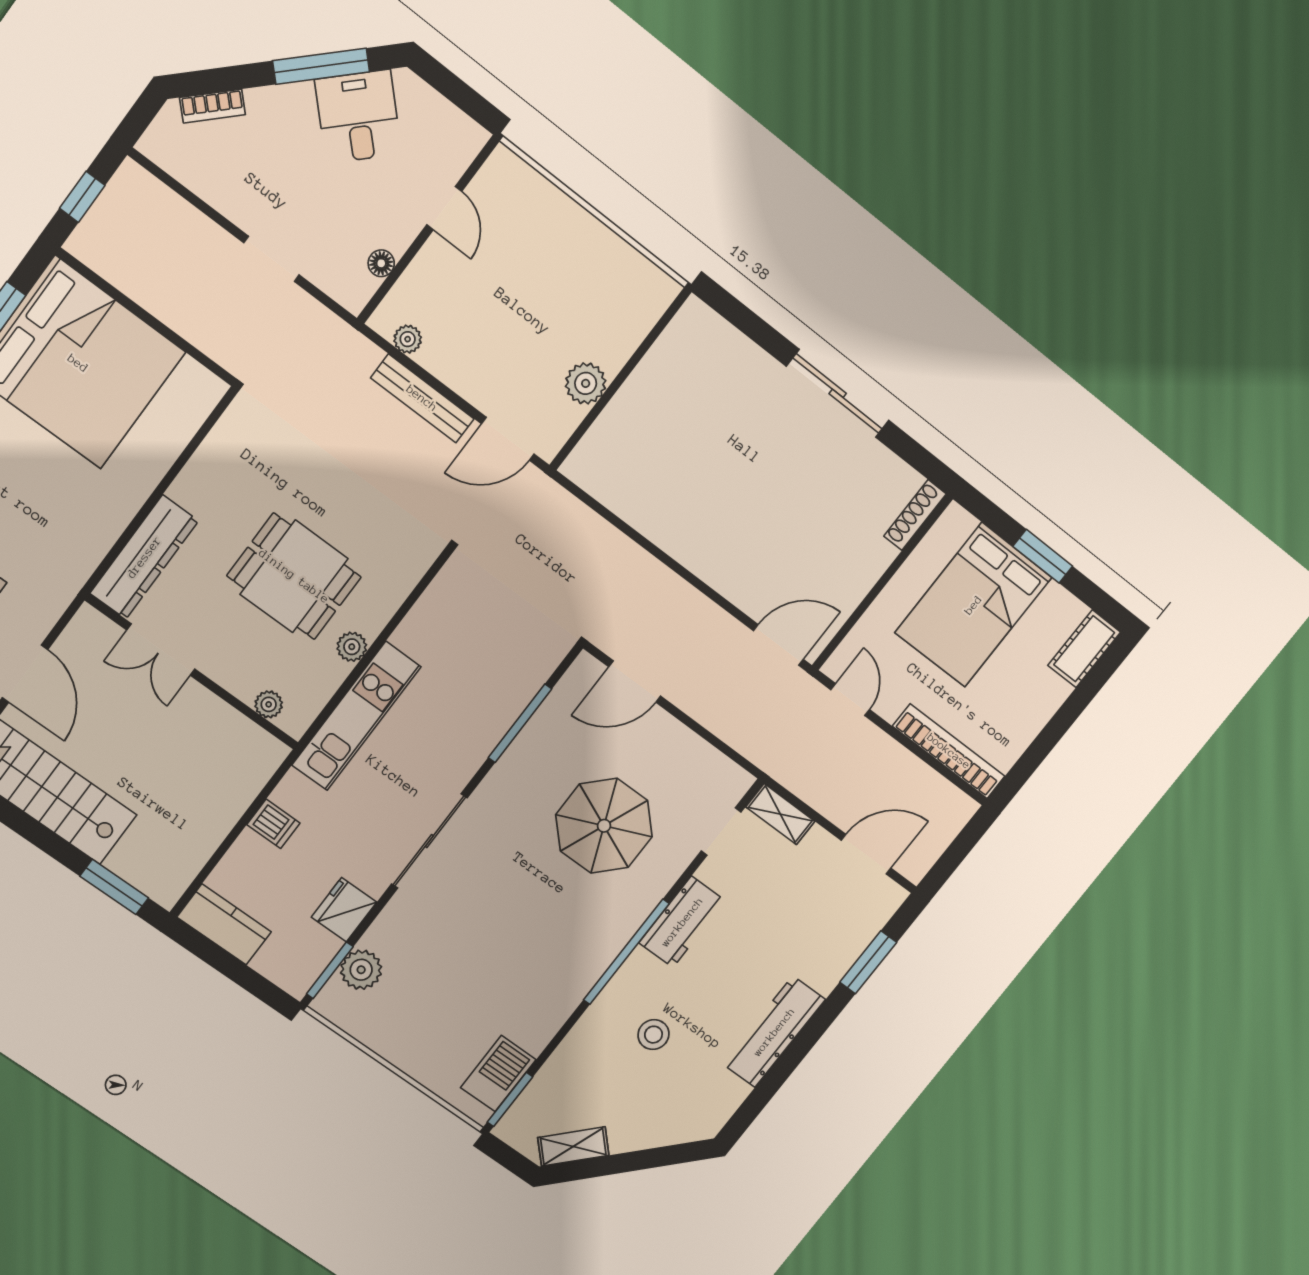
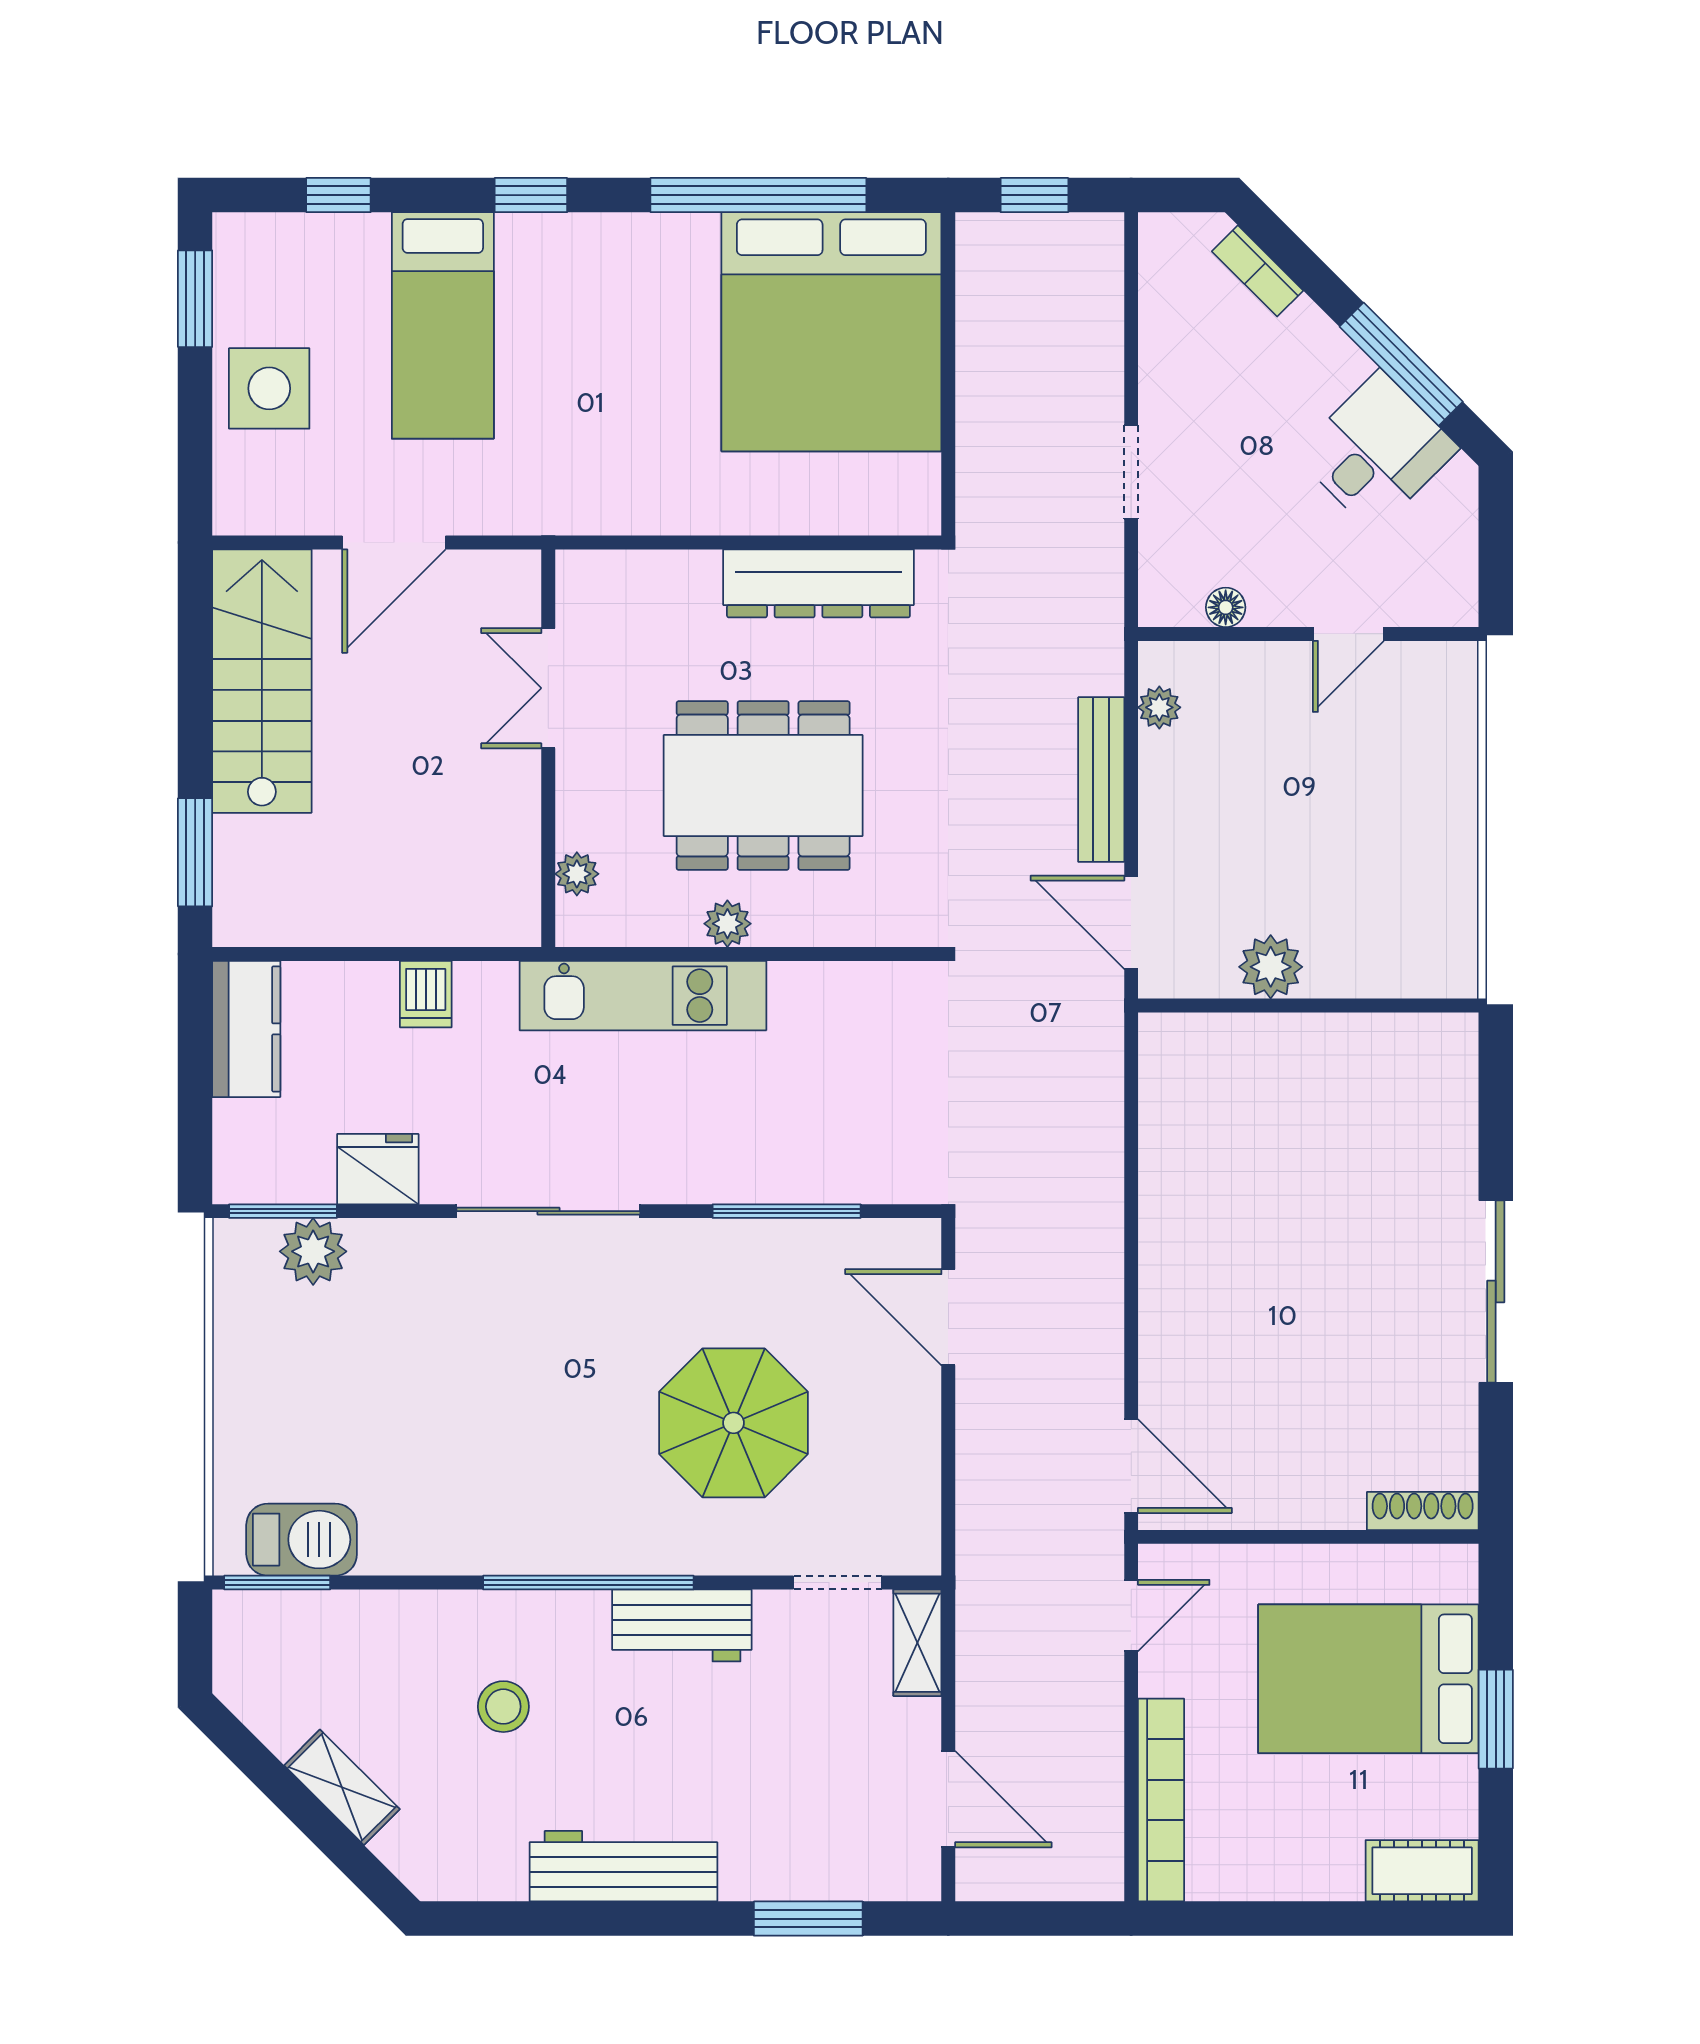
dresser: (144, 557) -> (818, 583), moved
dining table: (294, 576) -> (763, 786), width x1.37
shelving: (573, 1146) -> (342, 1787), moved

